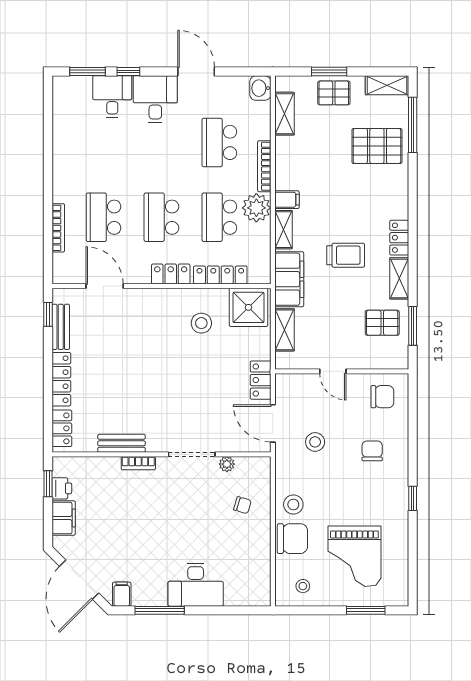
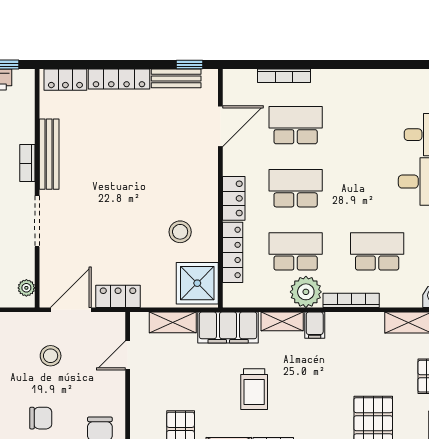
door: (333, 371) -> (128, 355), moved
bench: (121, 443) -> (49, 154), width x1.36
plant: (227, 464) -> (26, 288), moved

